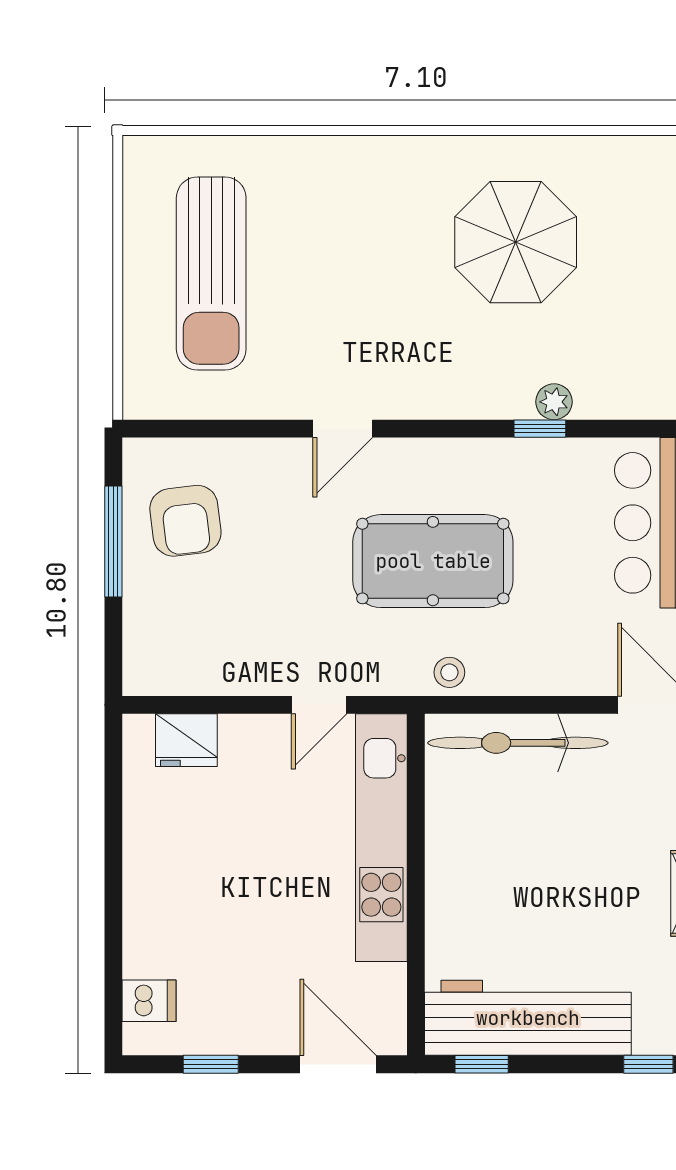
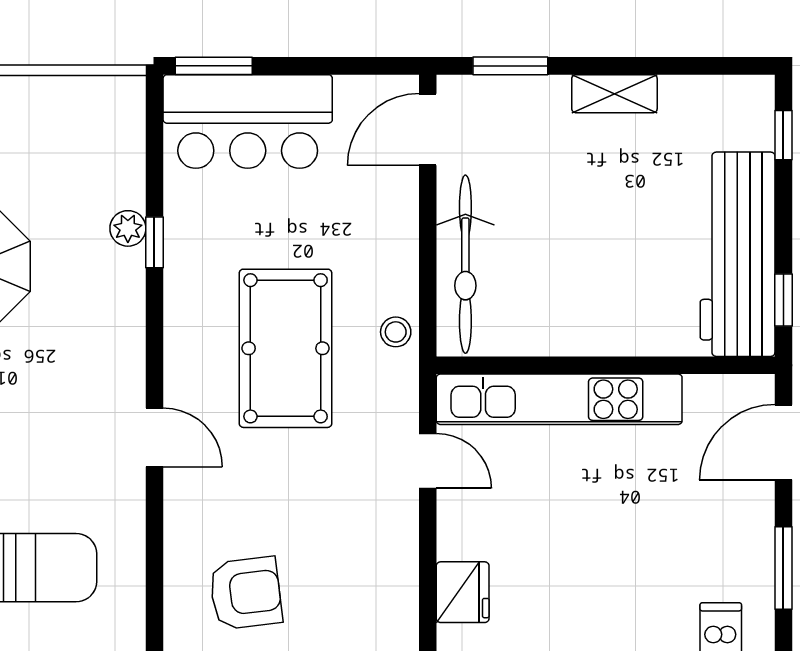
window: (211, 1064) -> (783, 568), width x1.50

